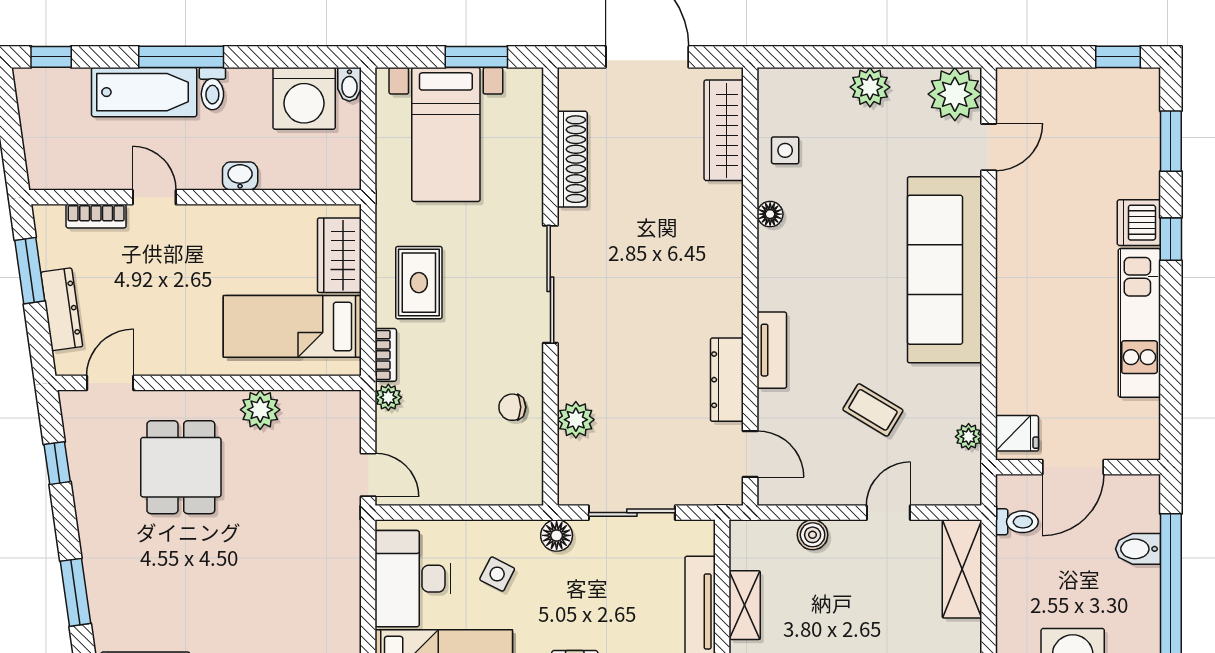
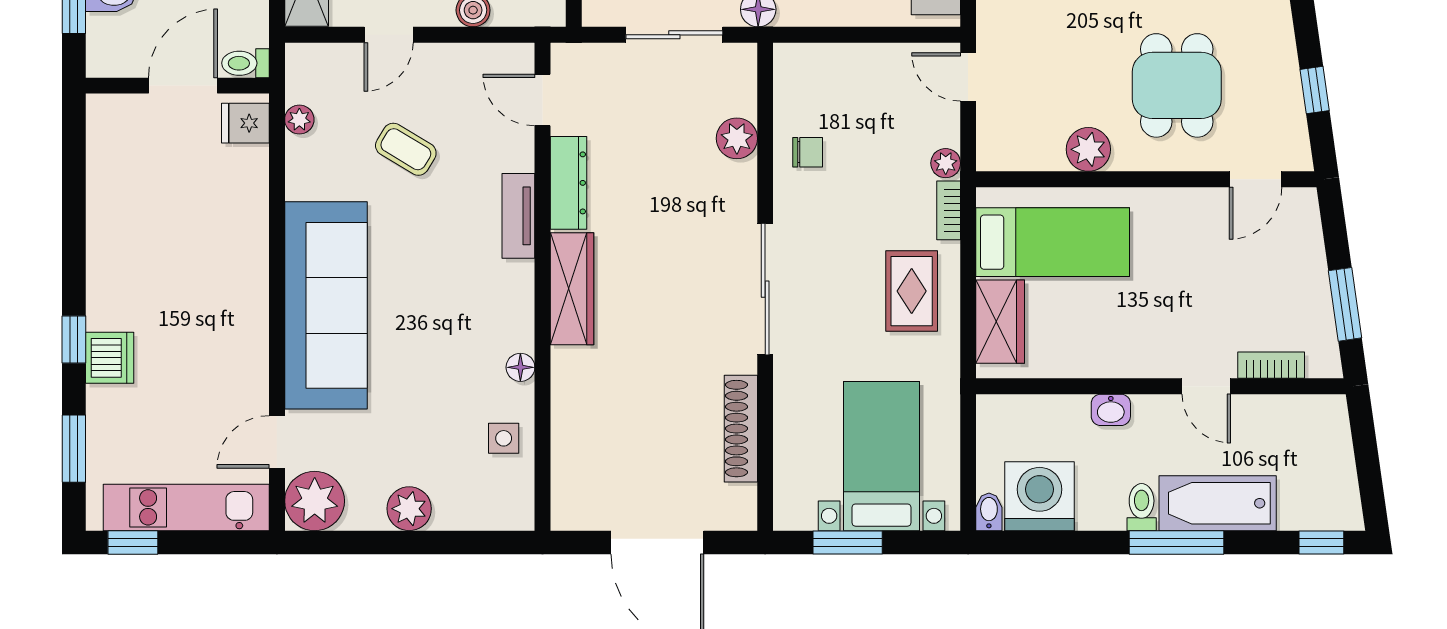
wardrobe: (724, 130) -> (572, 289), moved
dresser: (62, 309) -> (1309, 261), removed
kitchen unit: (1139, 323) -> (186, 507), moved, turned -90
toilet: (1017, 522) -> (245, 63), moved

